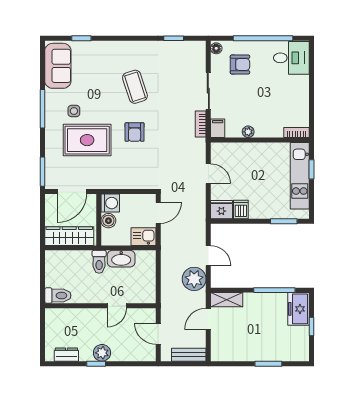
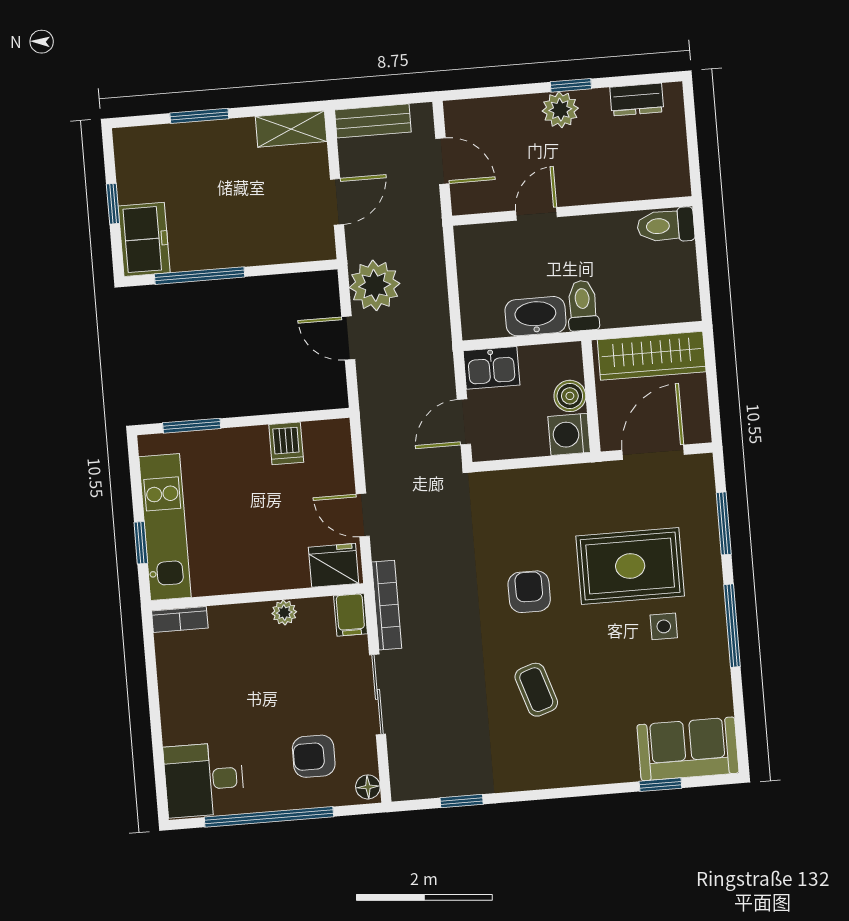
sofa: (58, 66) -> (688, 749), moved, turned 90
coffee table: (135, 87) -> (536, 690), width x0.73, depth x0.77
bookcase: (201, 124) -> (387, 605), width x1.56
window: (42, 172) -> (724, 523), moved
fridge: (221, 210) -> (334, 565), moved, turned 180
shelving: (227, 300) -> (291, 129), moved

